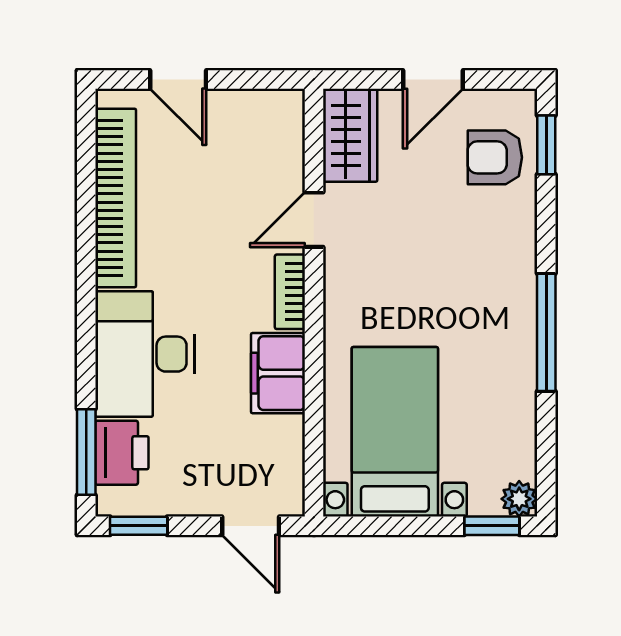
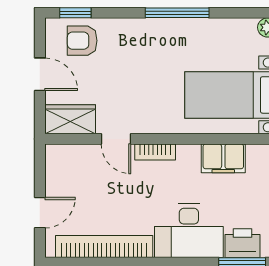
armchair: (495, 157) -> (82, 41), turned 90
filing cabinet: (278, 373) -> (223, 158), moved

